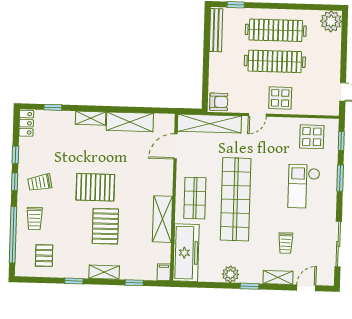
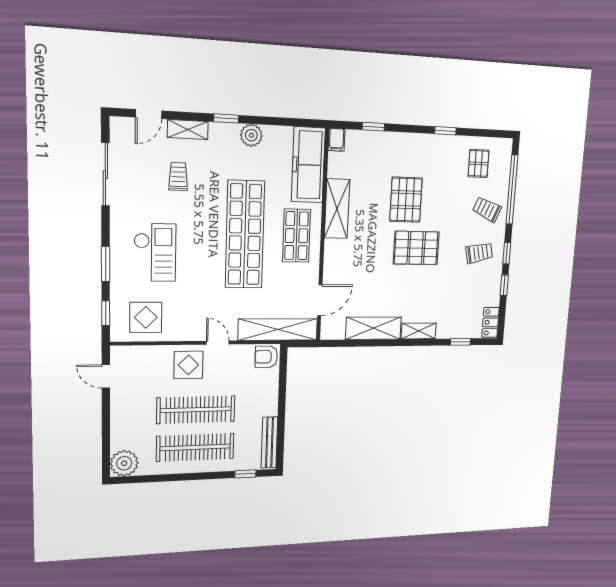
door: (257, 115) -> (218, 343), hinge flipped
trolley: (35, 218) -> (487, 209), turned -67
shelving: (104, 272) -> (409, 141), removed

